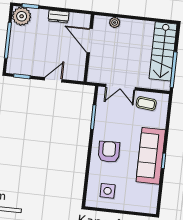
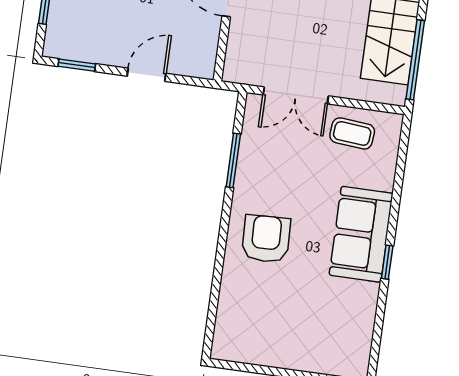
sofa: (151, 156) -> (361, 234), width x0.73
side table: (108, 191) -> (261, 326), removed

